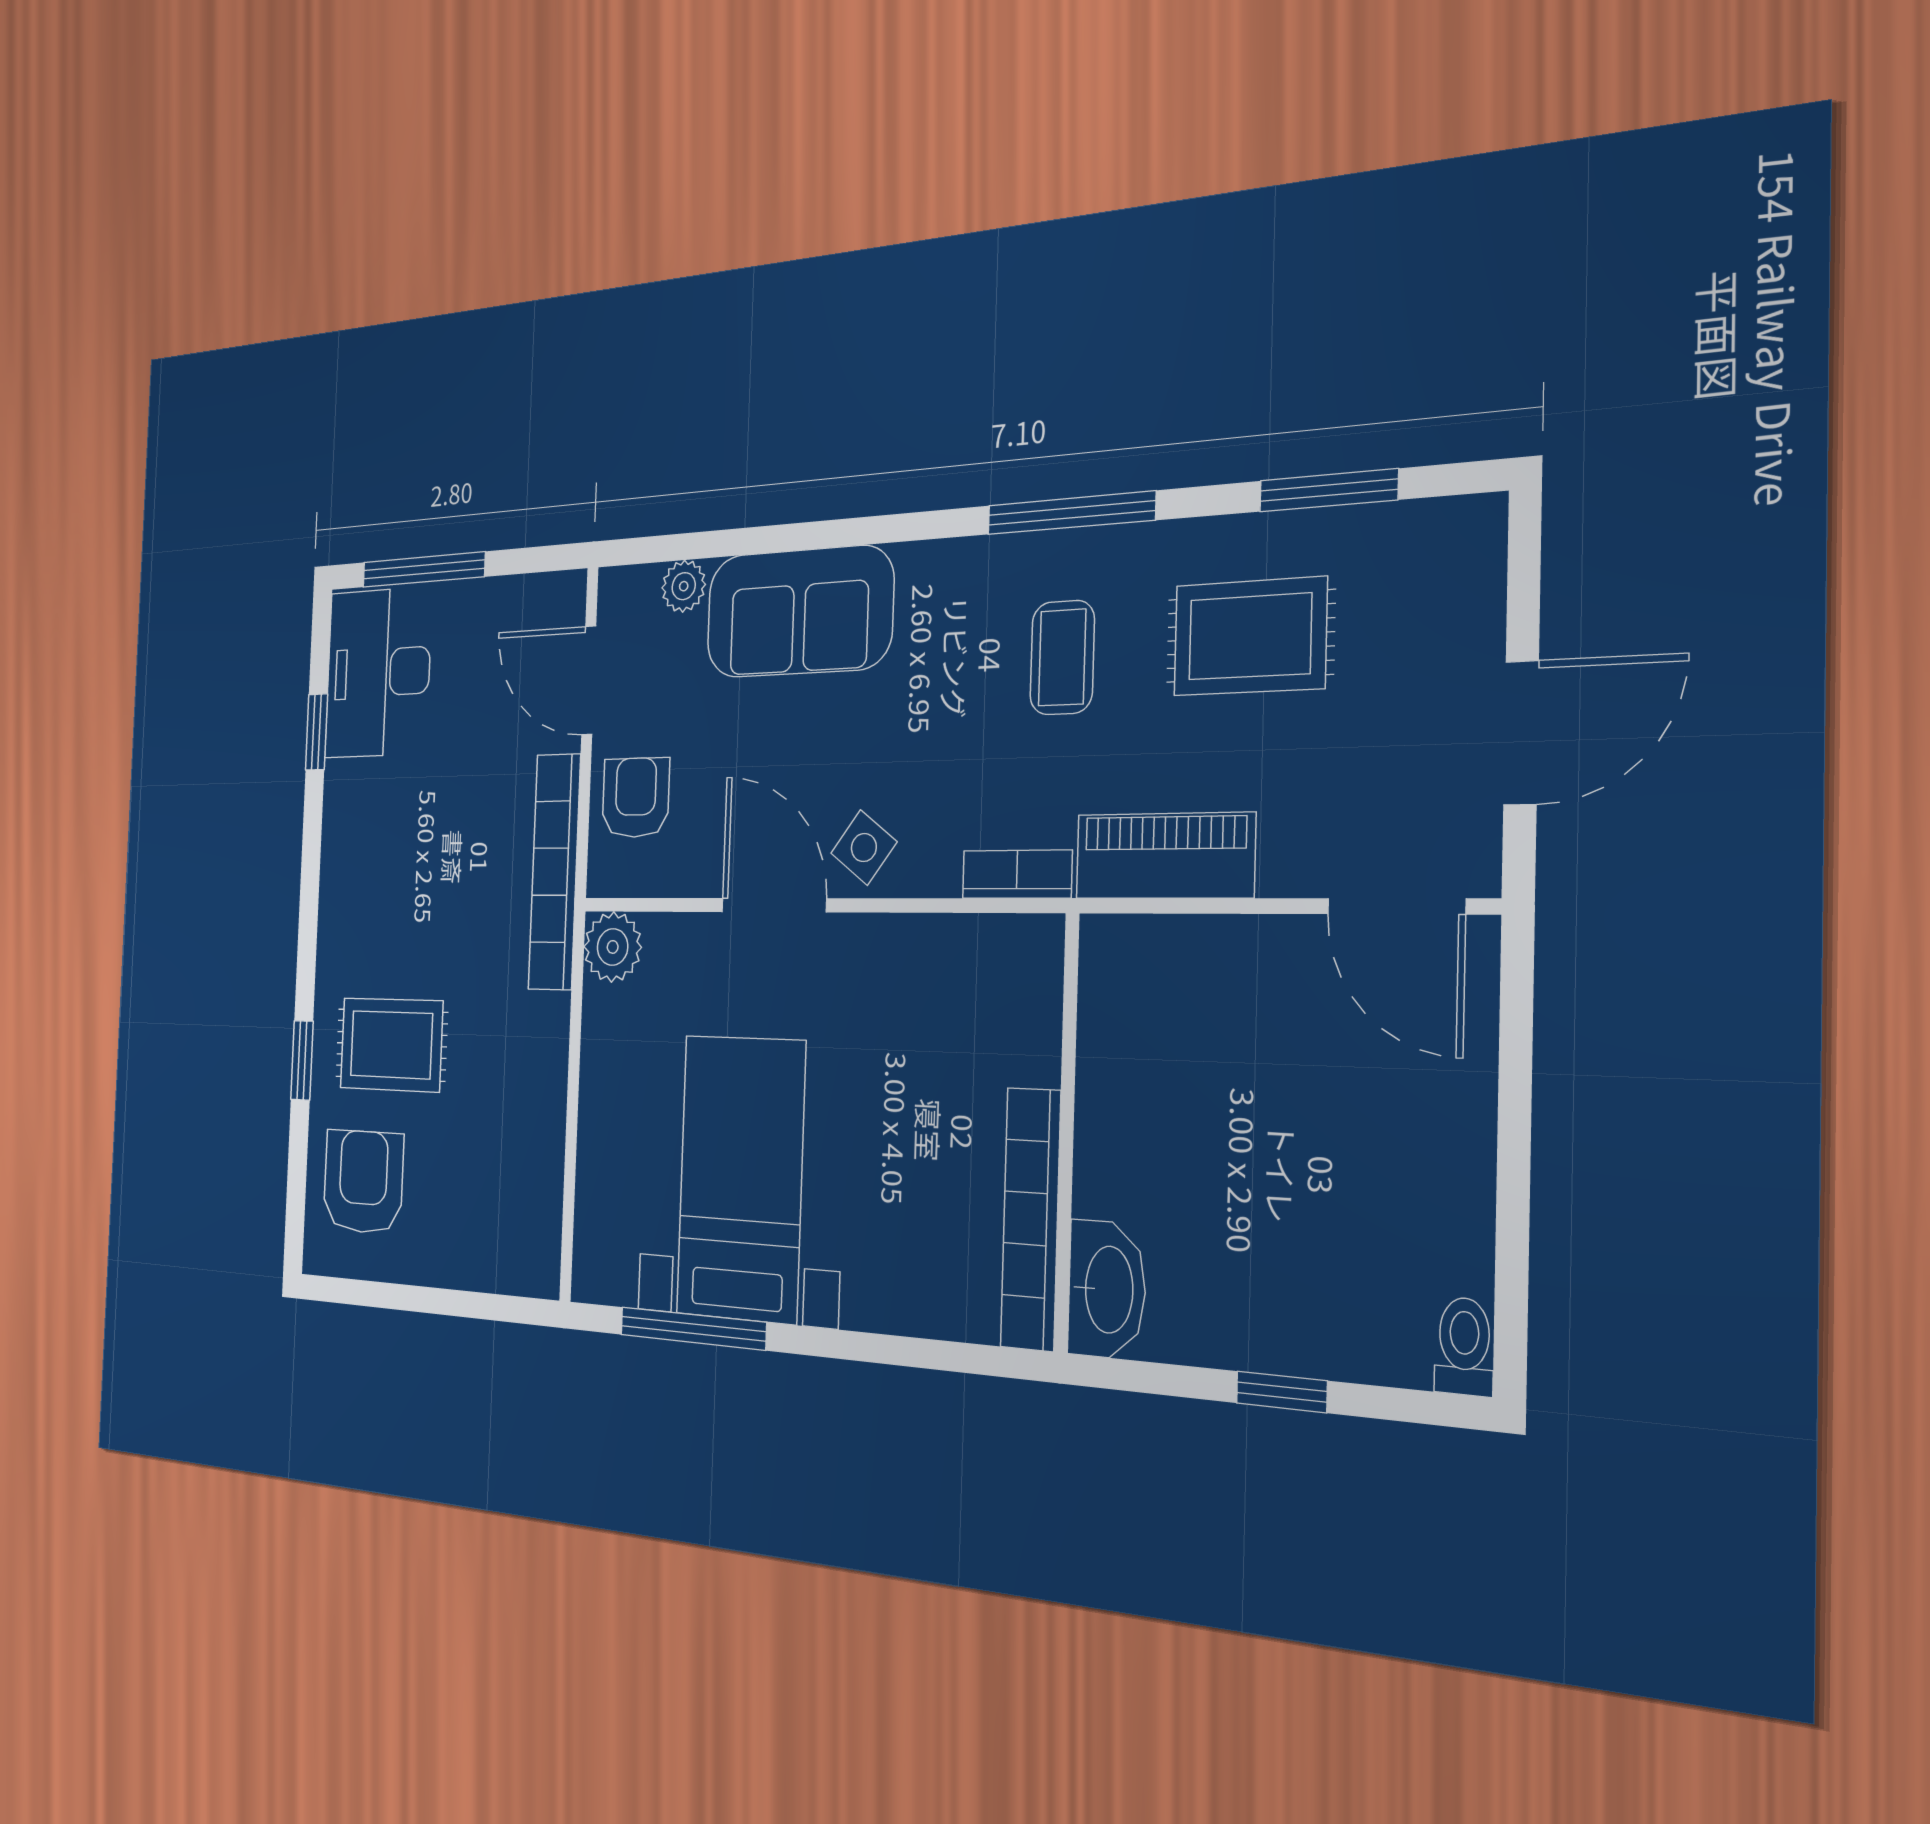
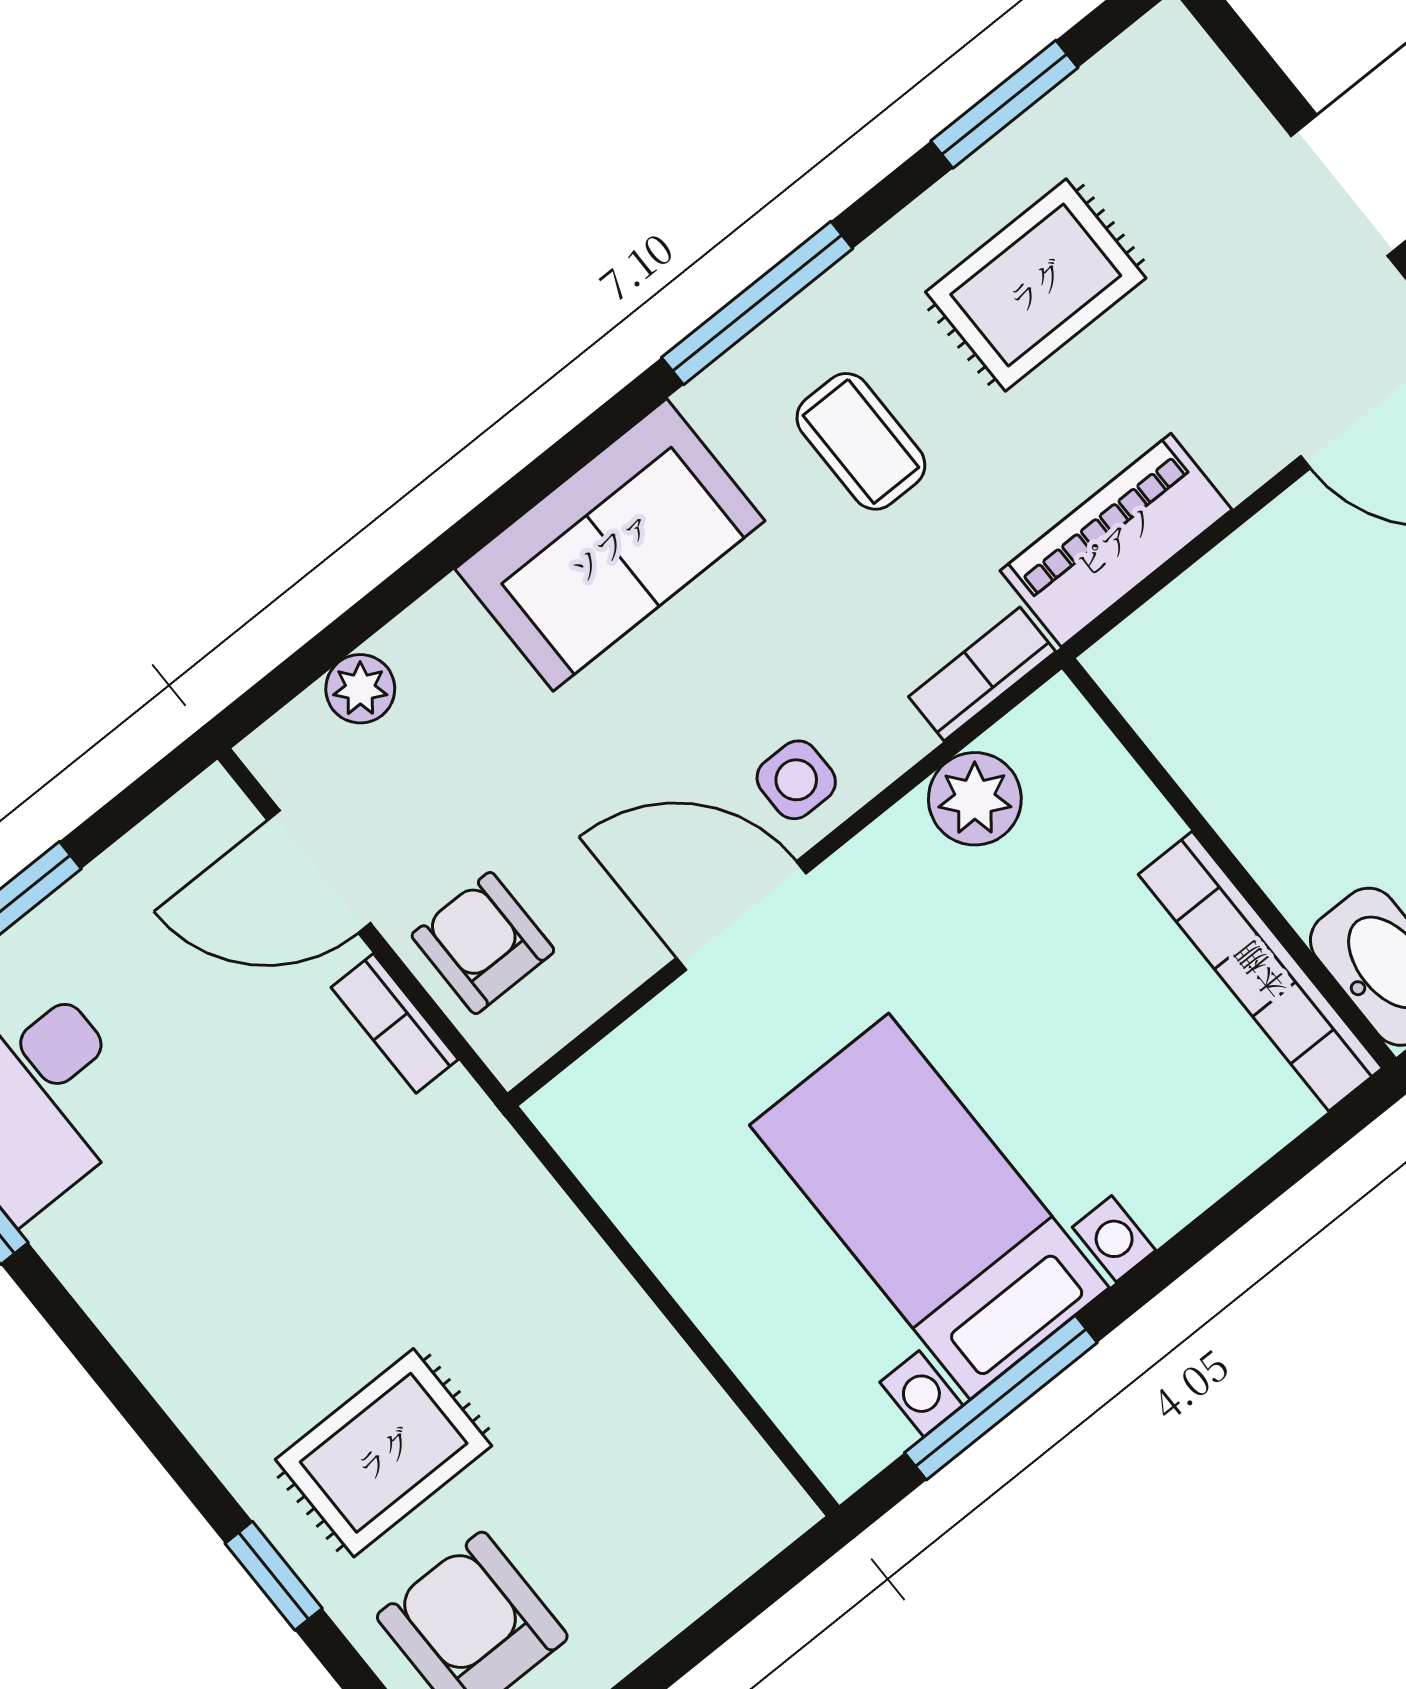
sofa: (799, 612) -> (610, 545), moved
side table: (864, 848) -> (796, 780), turned -37
bookcase: (554, 872) -> (395, 1023), width x0.43, depth x0.76
plant: (613, 947) -> (975, 799), moved

